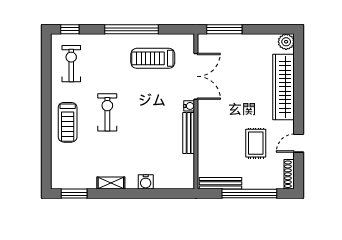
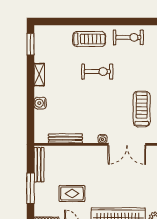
exercise bike: (71, 64) -> (128, 37), moved
treadmill: (68, 122) -> (89, 39), turned 180
bench: (189, 133) -> (65, 138), moved
window: (249, 194) -> (31, 188), width x0.68

